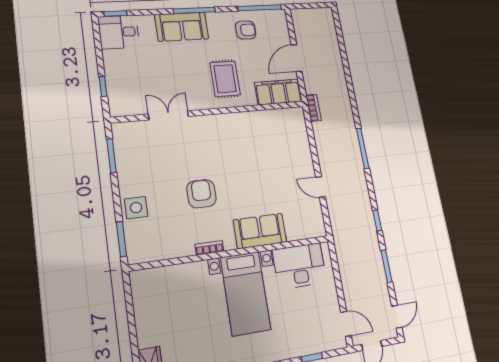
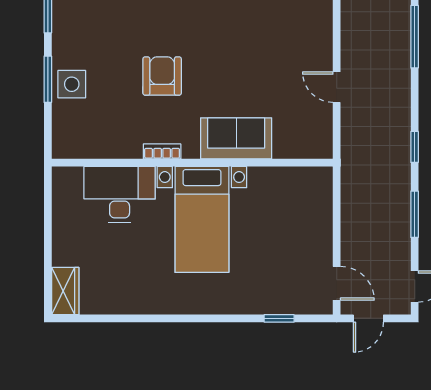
window: (121, 239) -> (48, 79), moved
desk: (300, 266) -> (120, 194), moved

